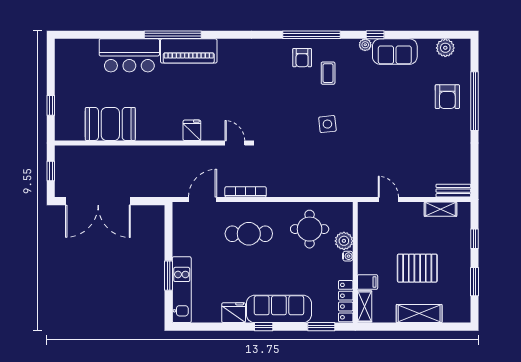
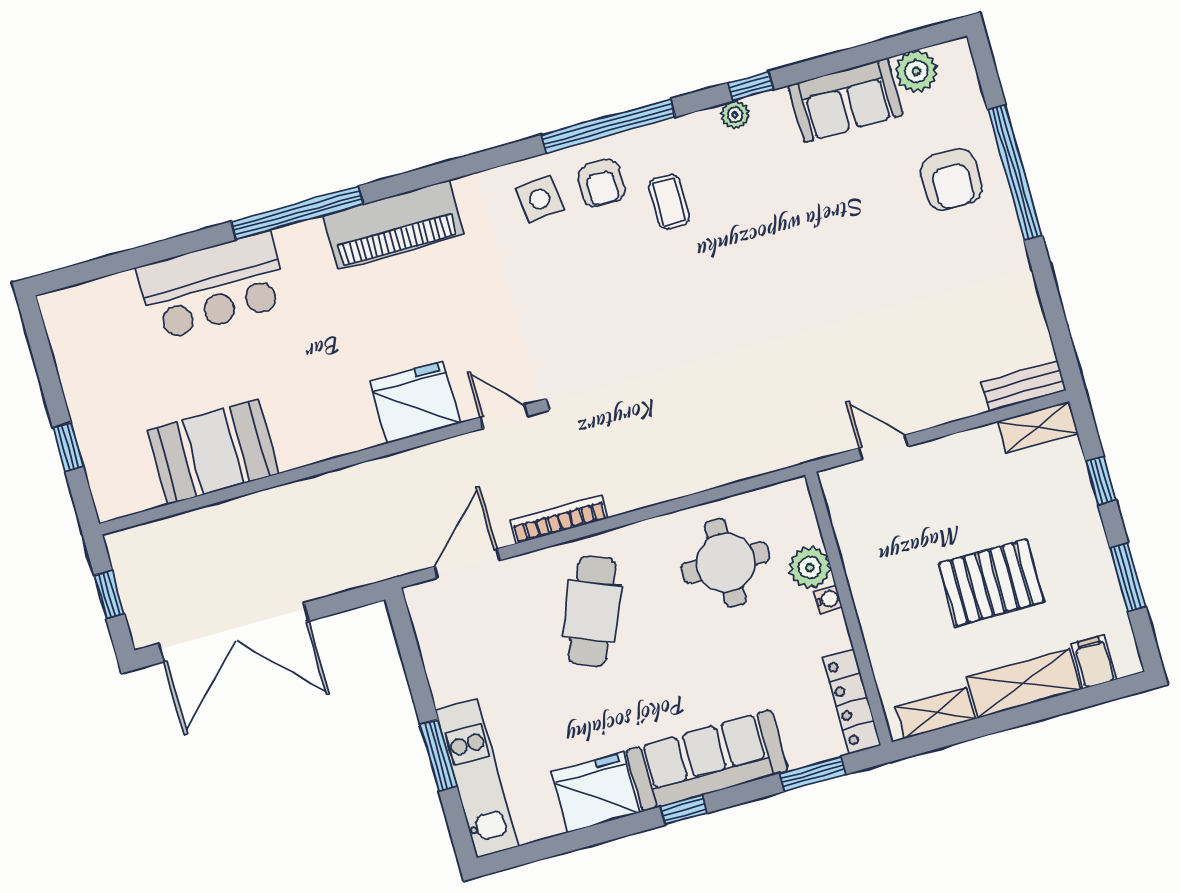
piano: (189, 51) -> (393, 225), moved
sofa: (395, 52) -> (846, 100), moved
side table: (327, 124) -> (540, 199), moved
fridge: (192, 130) -> (415, 402), width x1.88, depth x1.34
shelving: (440, 209) -> (1038, 427), moved
cafe table: (249, 234) -> (592, 611), turned -68
filing cabinet: (368, 282) -> (1094, 662), moved, turned -90
shelving: (365, 306) -> (936, 713), moved, turned 90
fridge: (234, 313) -> (596, 792), width x1.36, depth x1.34

